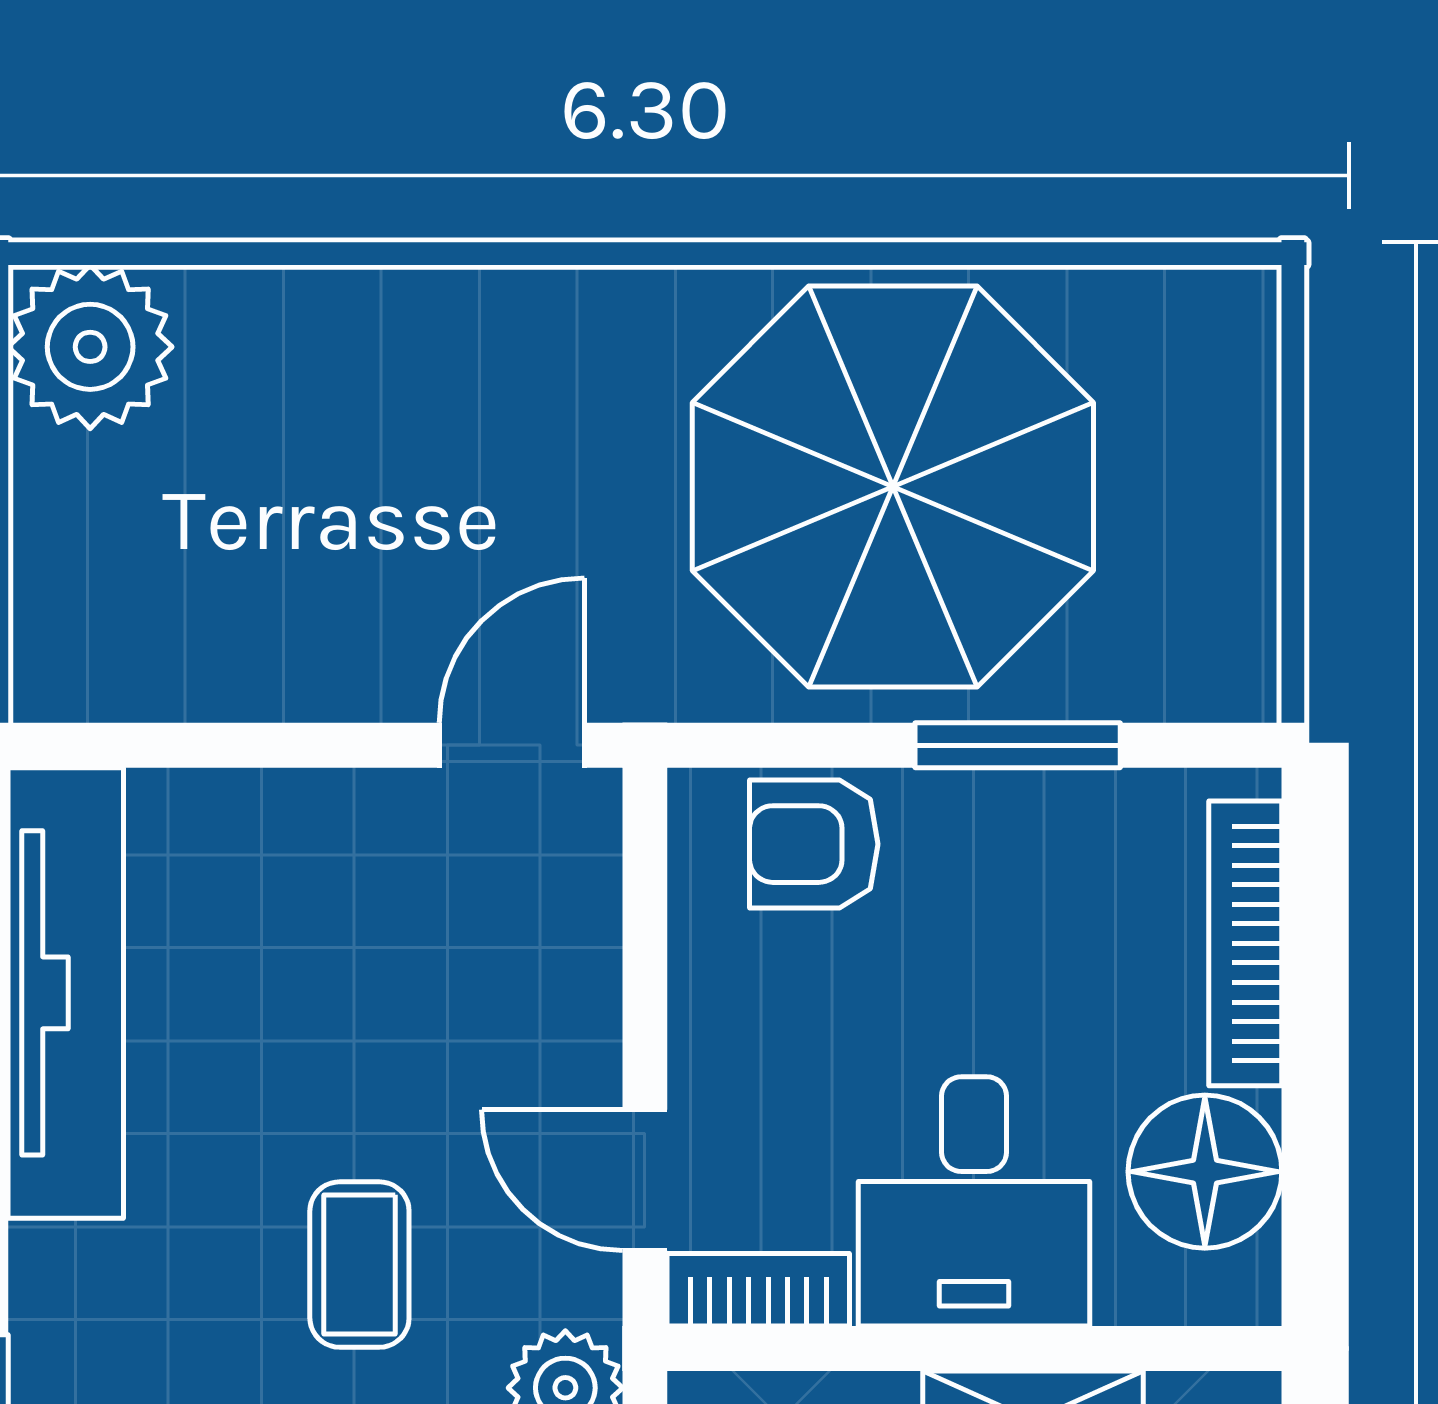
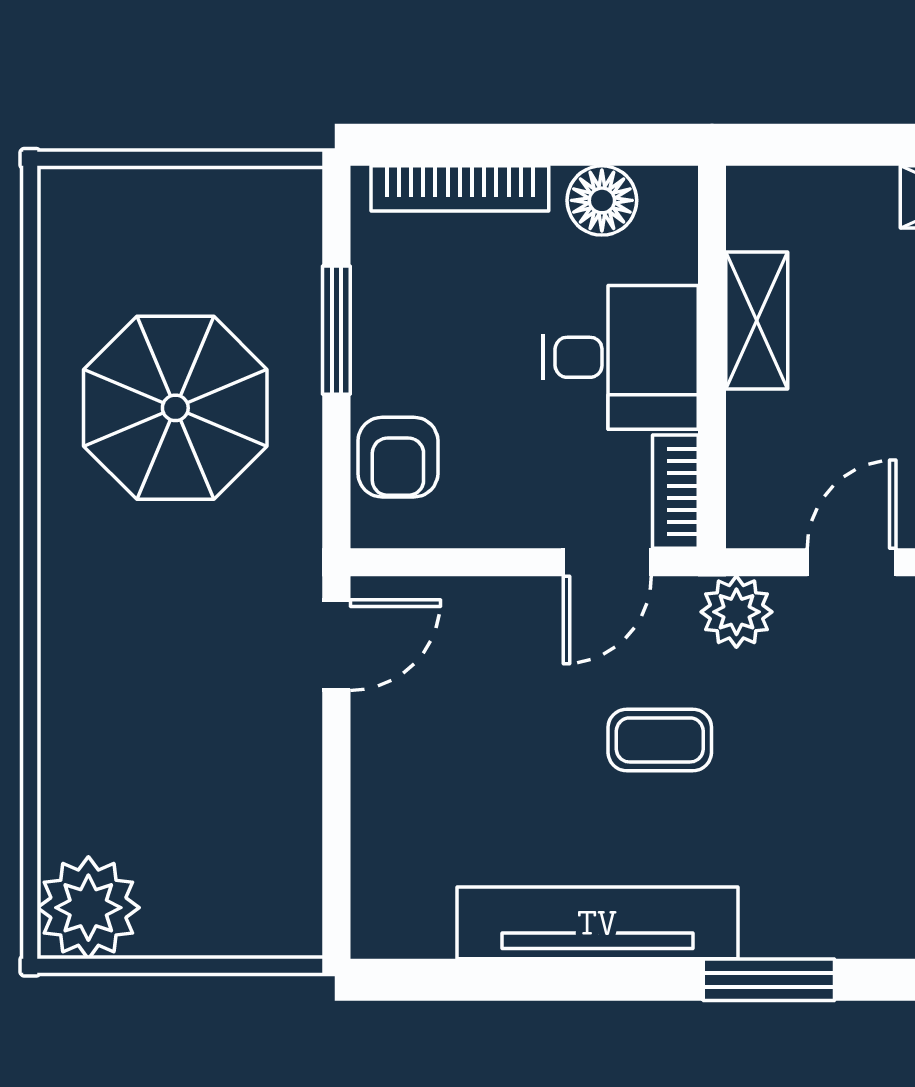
parasol: (893, 487) -> (175, 408), width x0.73, depth x0.73
door: (512, 745) -> (336, 645), swing flipped
tv unit: (66, 993) -> (597, 923), moved
floor lamp: (1205, 1172) -> (602, 200), width x0.73, depth x0.73

